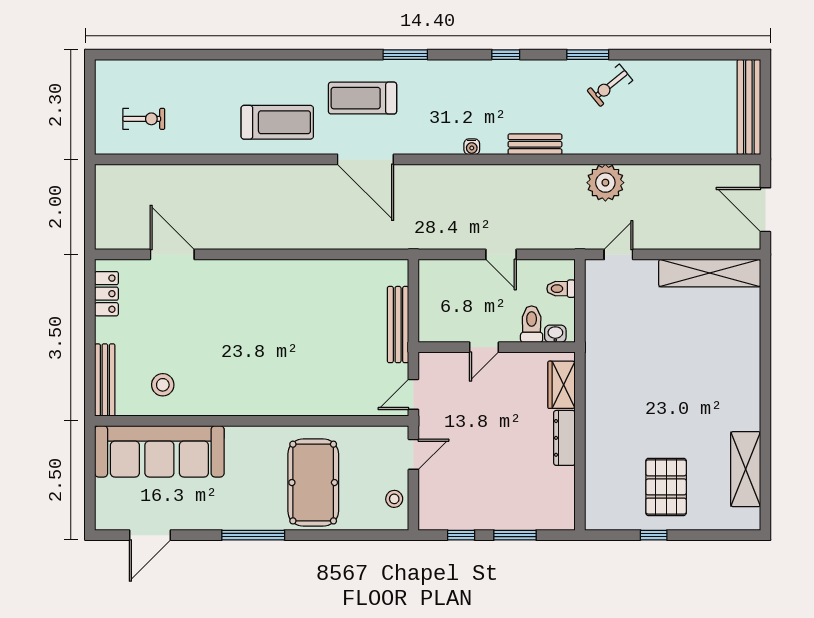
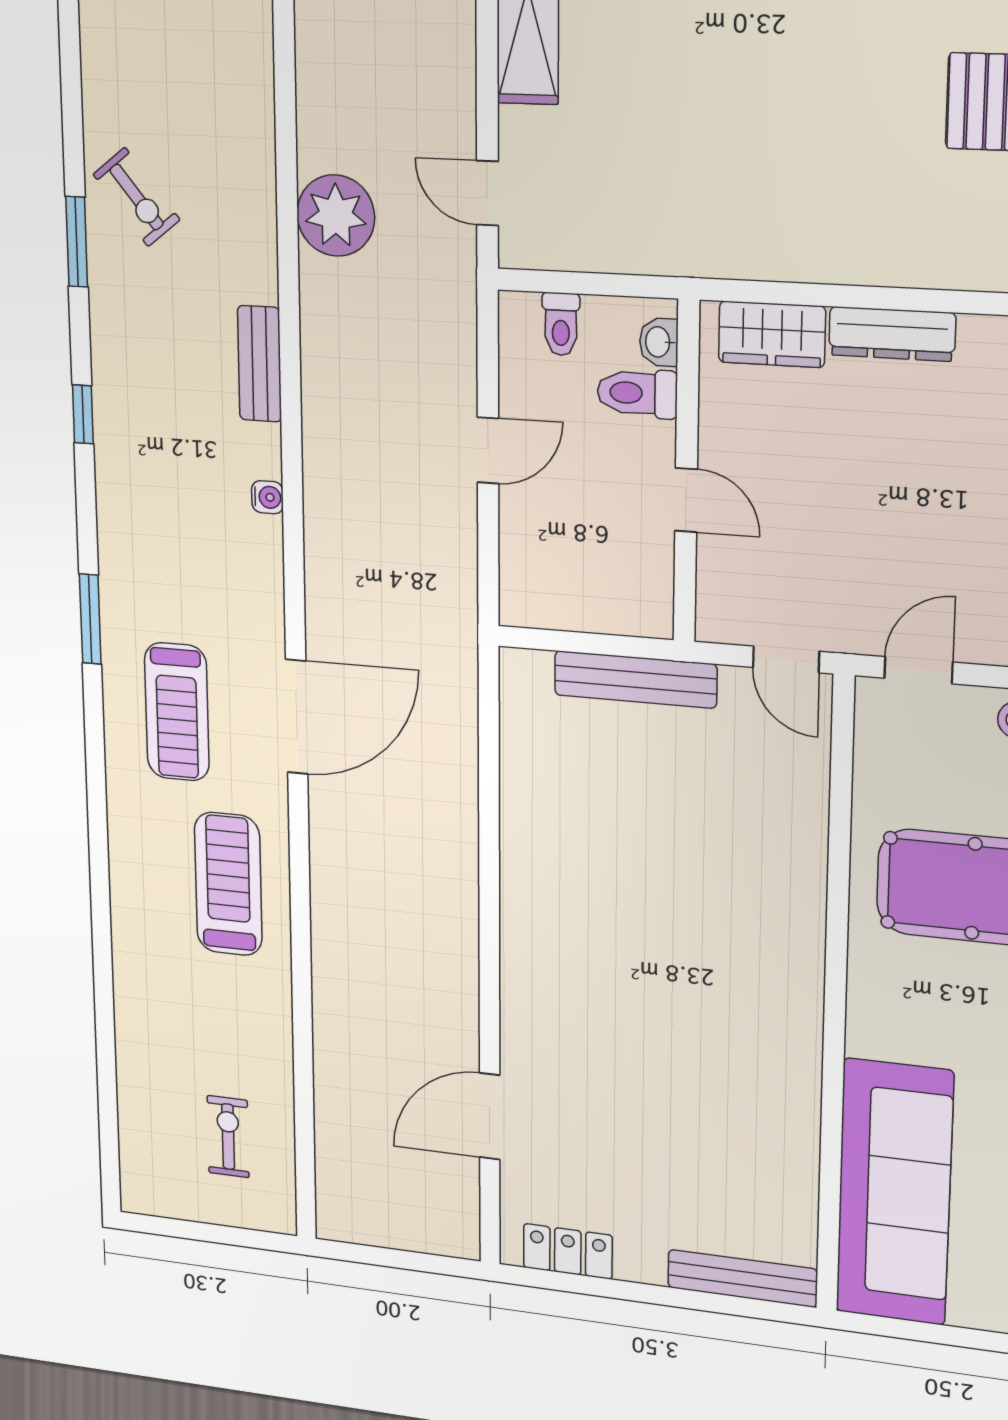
stool: (163, 385) -> (754, 1168), removed
door: (413, 454) -> (919, 670), hinge flipped

